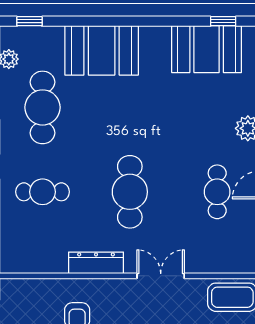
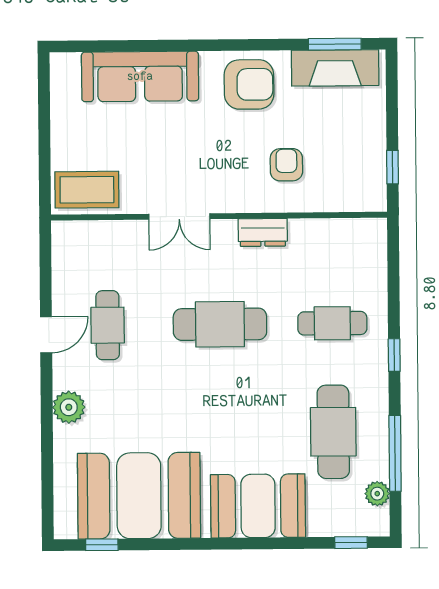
booth: (207, 49) -> (139, 496), width x1.36, depth x1.42
cafe table: (130, 192) -> (220, 324), turned 90
dresser: (96, 263) -> (263, 232), width x0.70

